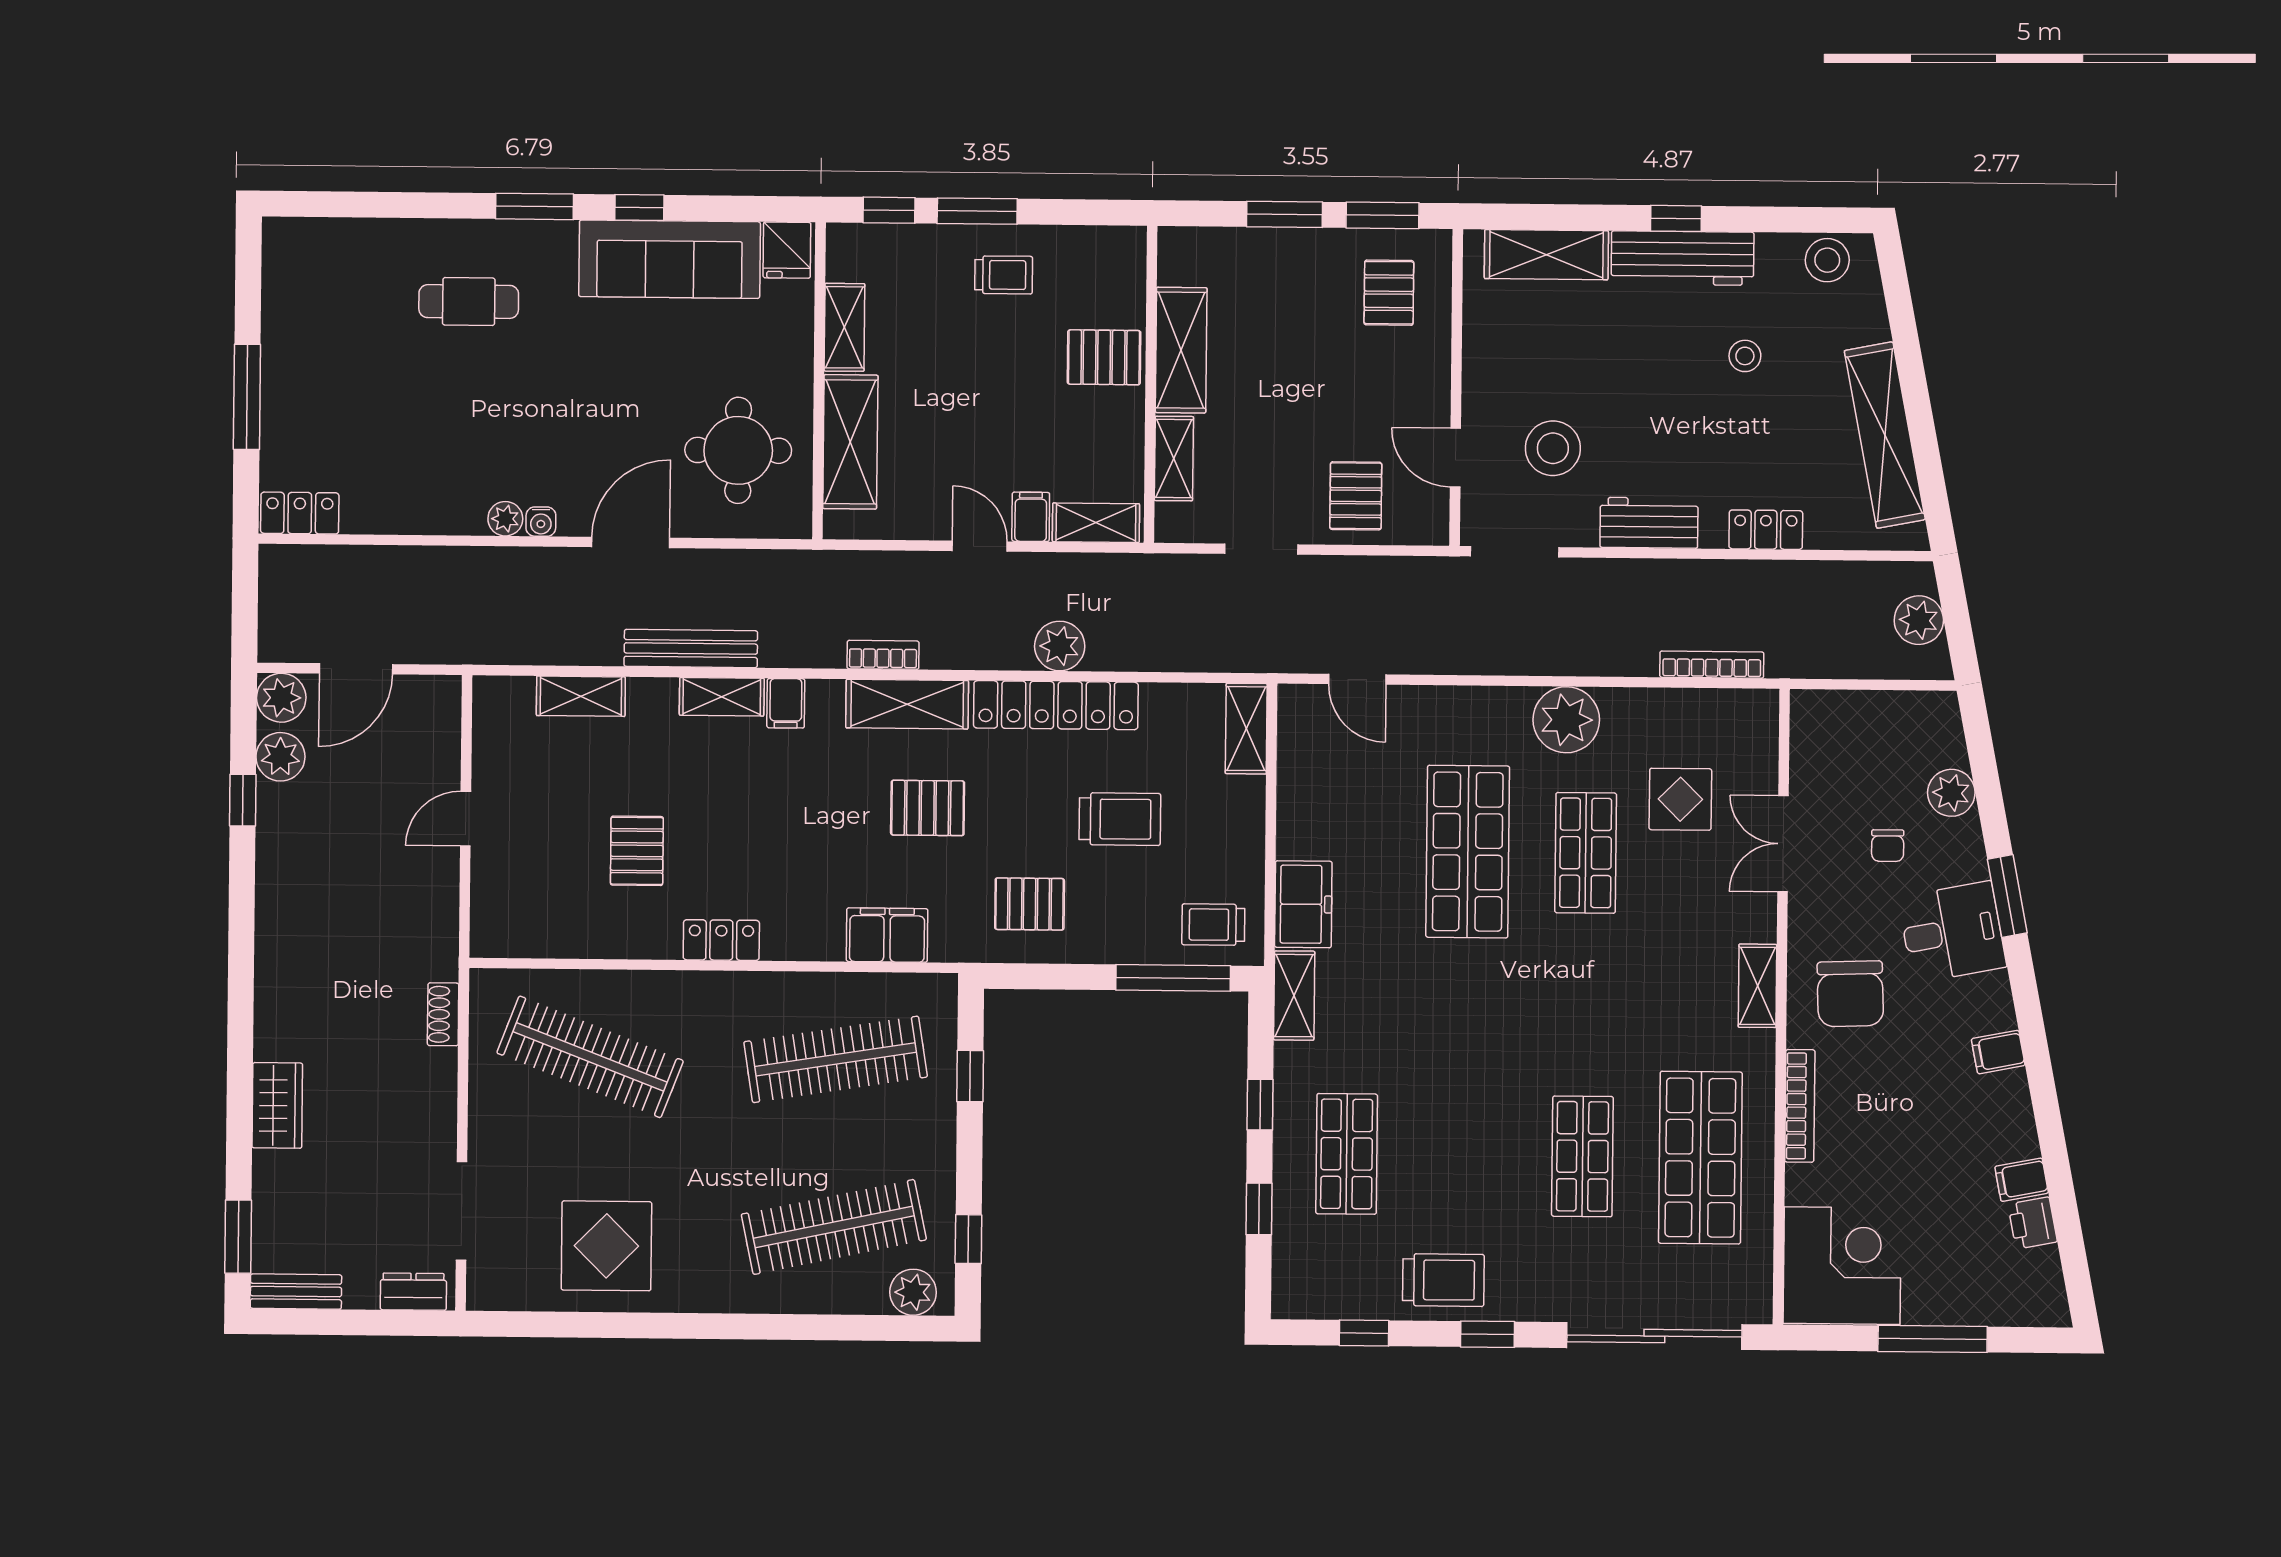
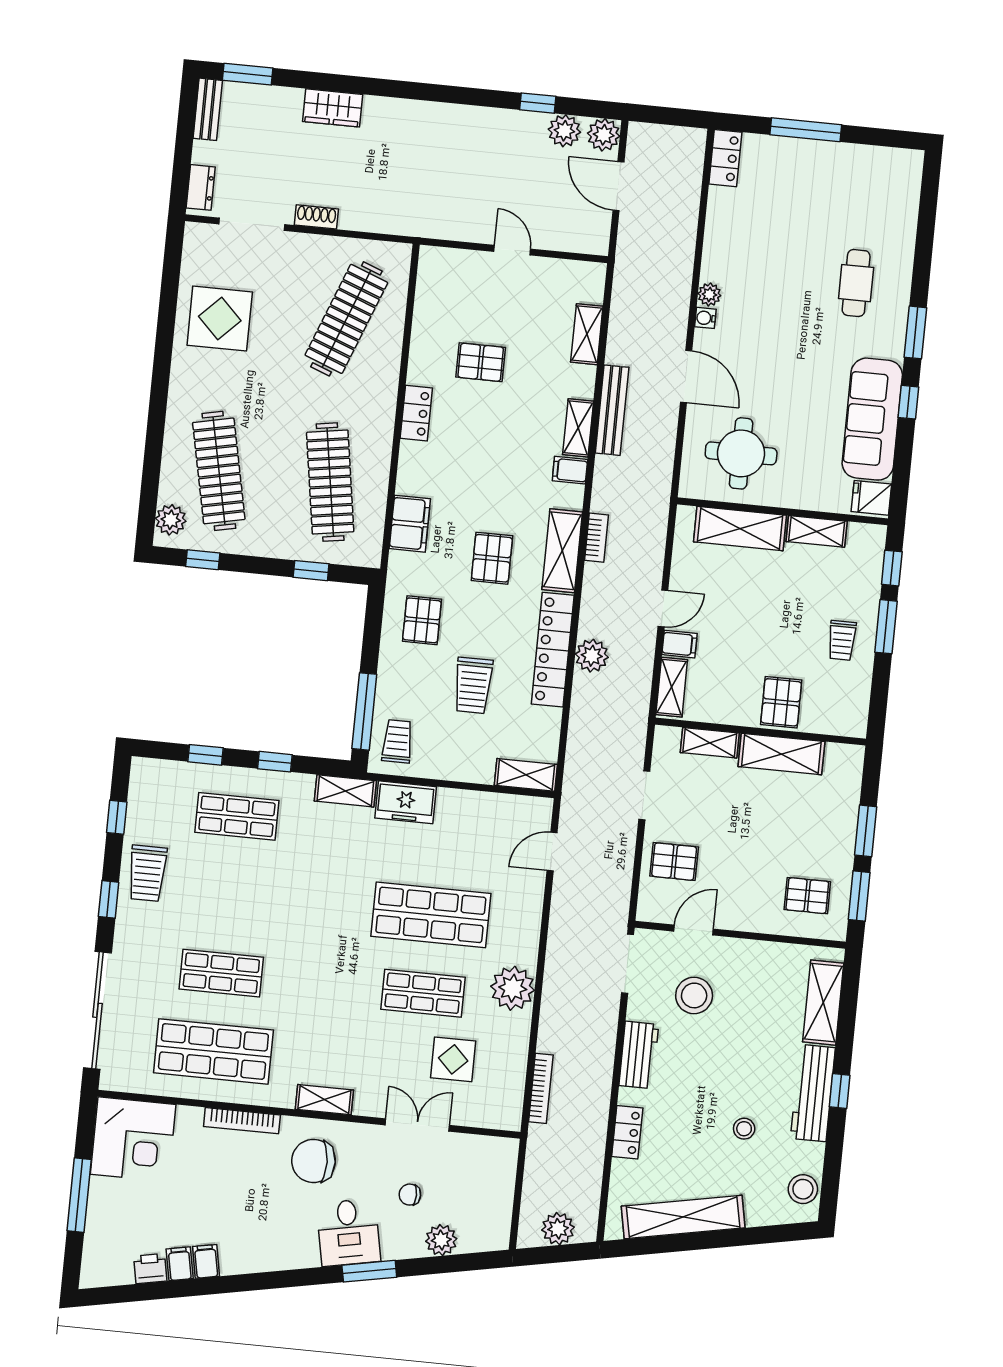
shoe rack: (443, 1014) -> (316, 217), moved
filing cabinet: (1998, 1052) -> (206, 1261), moved

